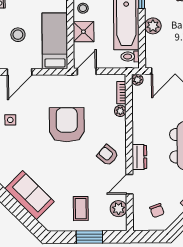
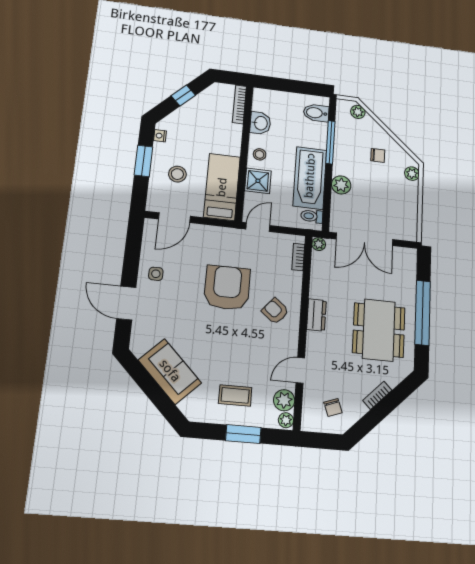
plant: (120, 111) -> (286, 420), moved
armchair: (108, 155) -> (275, 311), moved
dresser: (139, 157) -> (316, 315), moved
coffee table: (81, 209) -> (235, 395), turned 90

